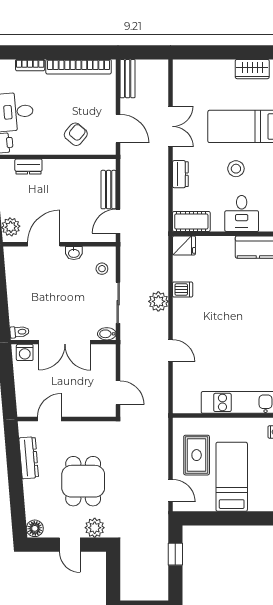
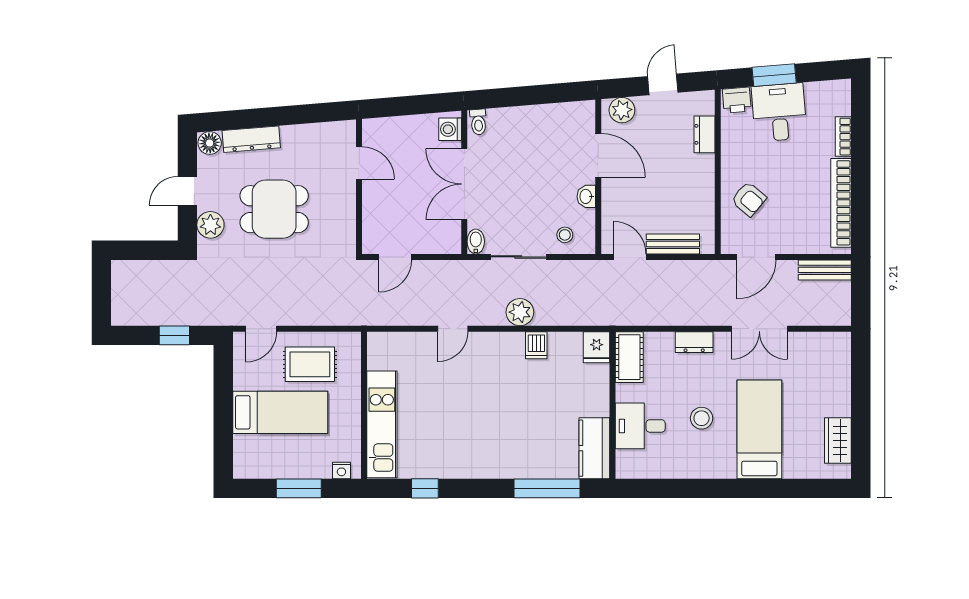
dresser: (29, 458) -> (251, 139), moved

